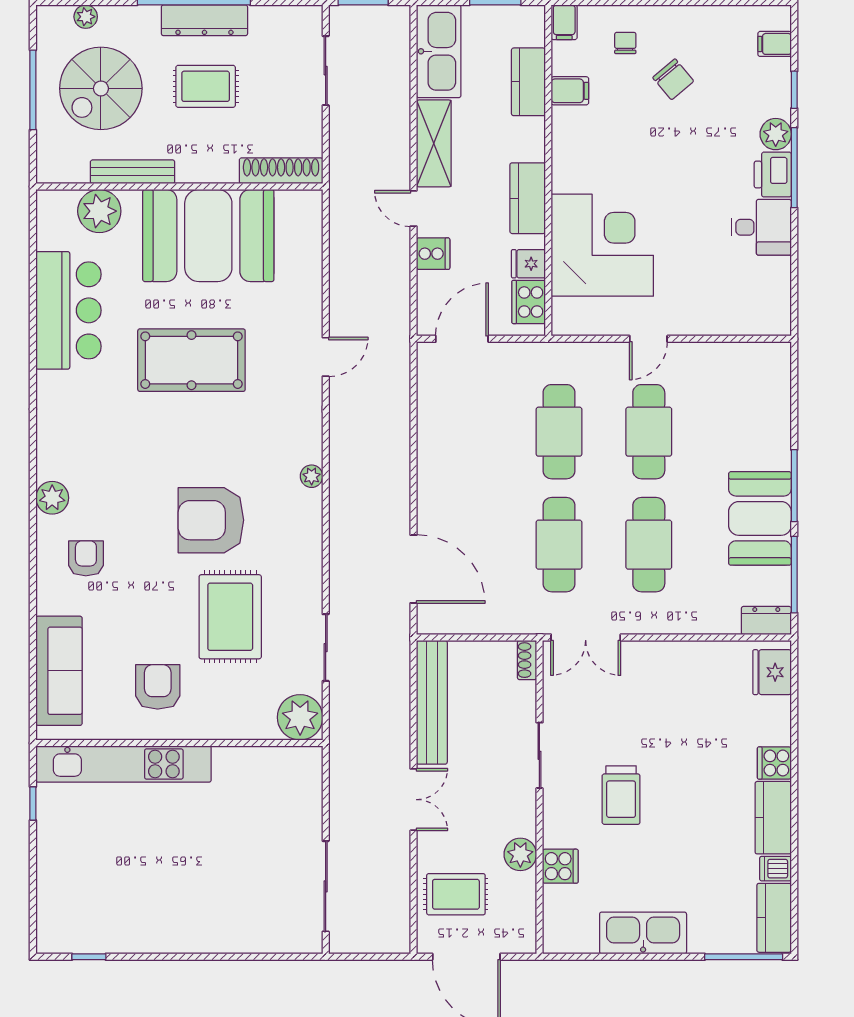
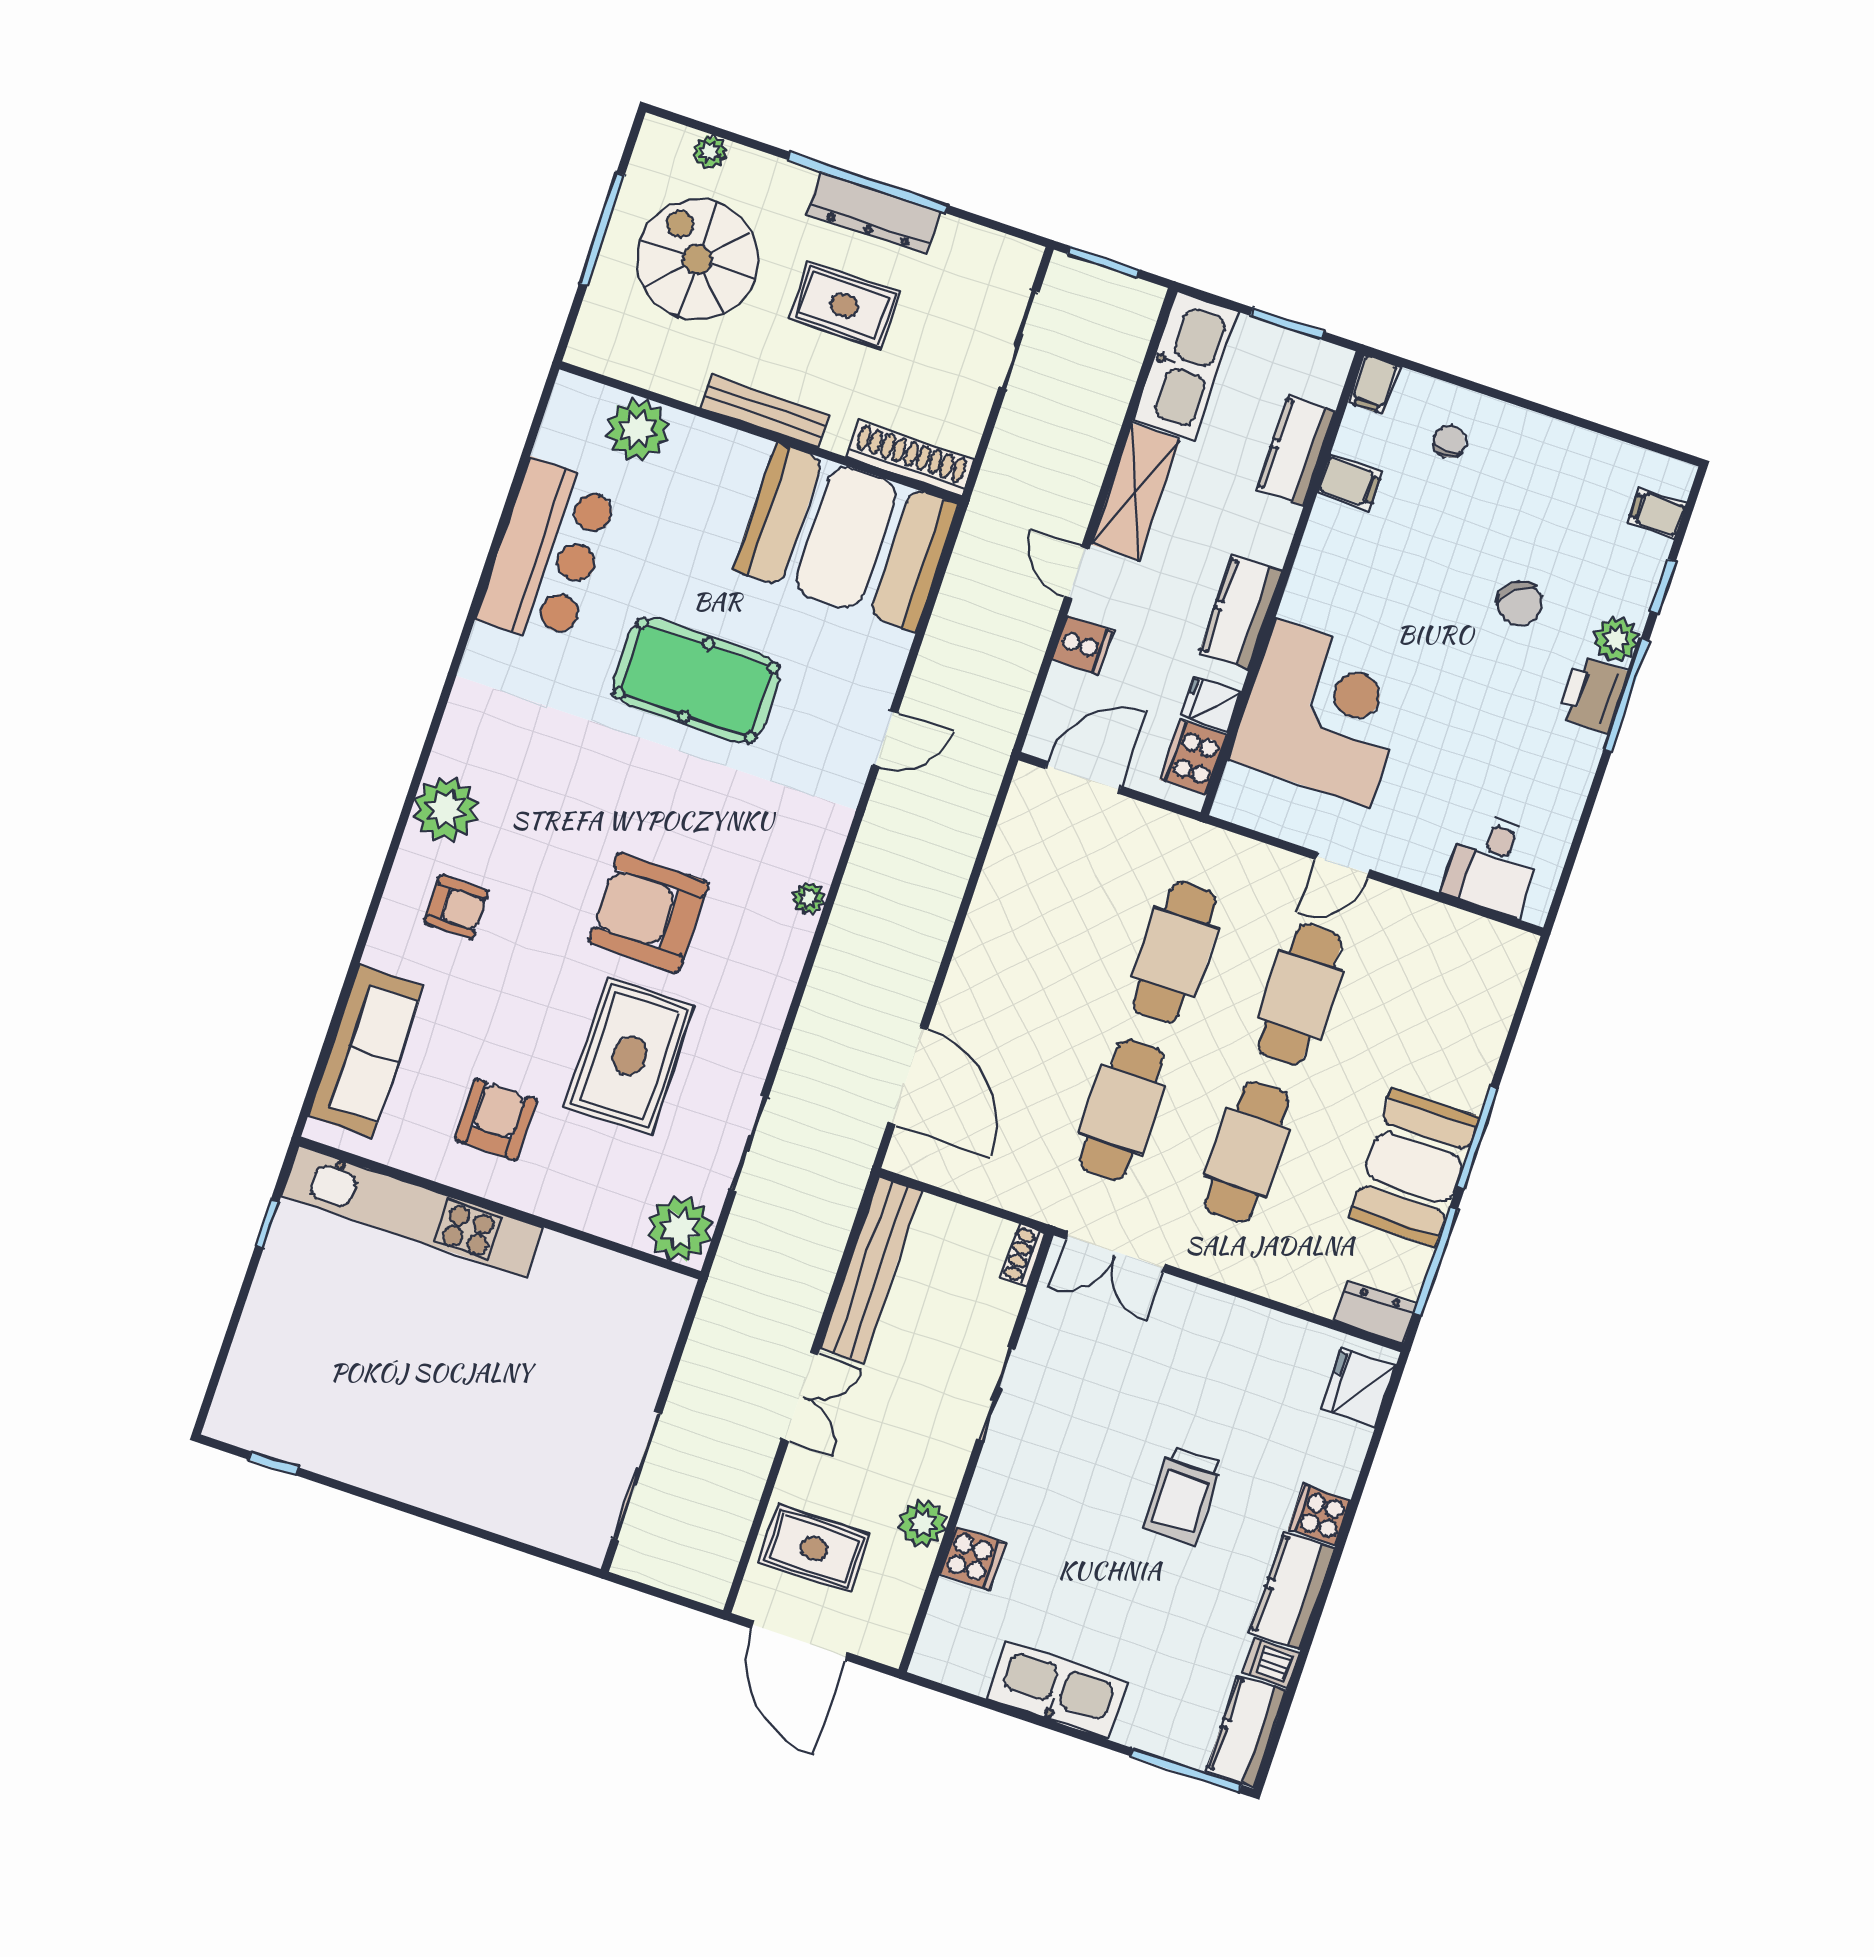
chair: (673, 79) -> (1520, 603), moved
spiral stairs: (101, 88) -> (697, 259), turned 90
bench: (133, 172) -> (765, 411), moved
desk: (761, 227) -> (1493, 864), moved, turned 90
booth: (208, 236) -> (846, 537), moved
plant: (52, 498) -> (446, 809), width x1.36, depth x1.36
armchair: (86, 558) -> (456, 907), turned 90
trolley: (621, 795) -> (1182, 1496), moved

